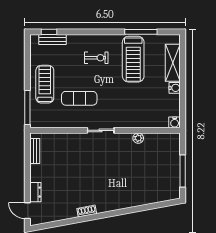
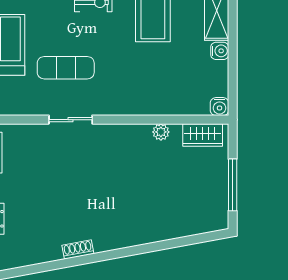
sliding door: (101, 130) -> (71, 120), moved
wardrobe: (164, 140) -> (203, 135), added

